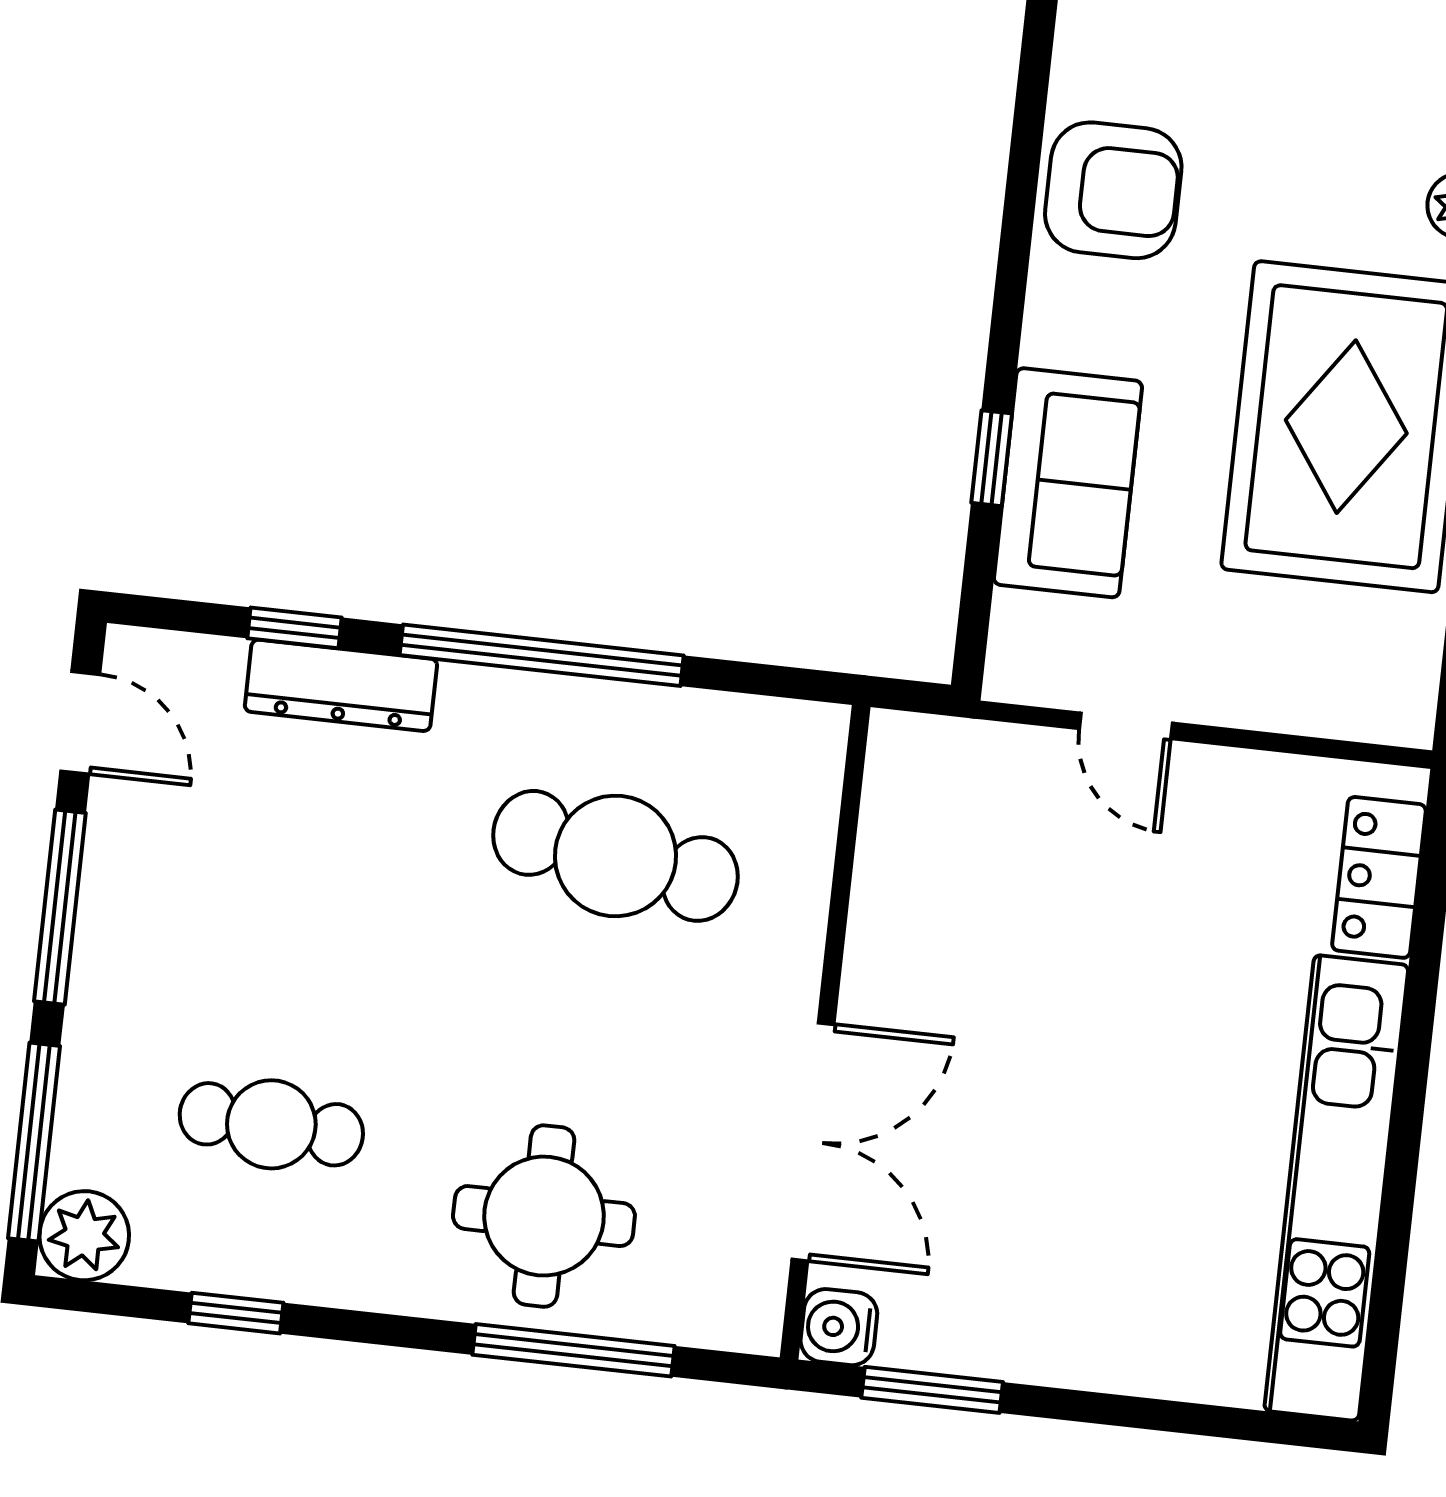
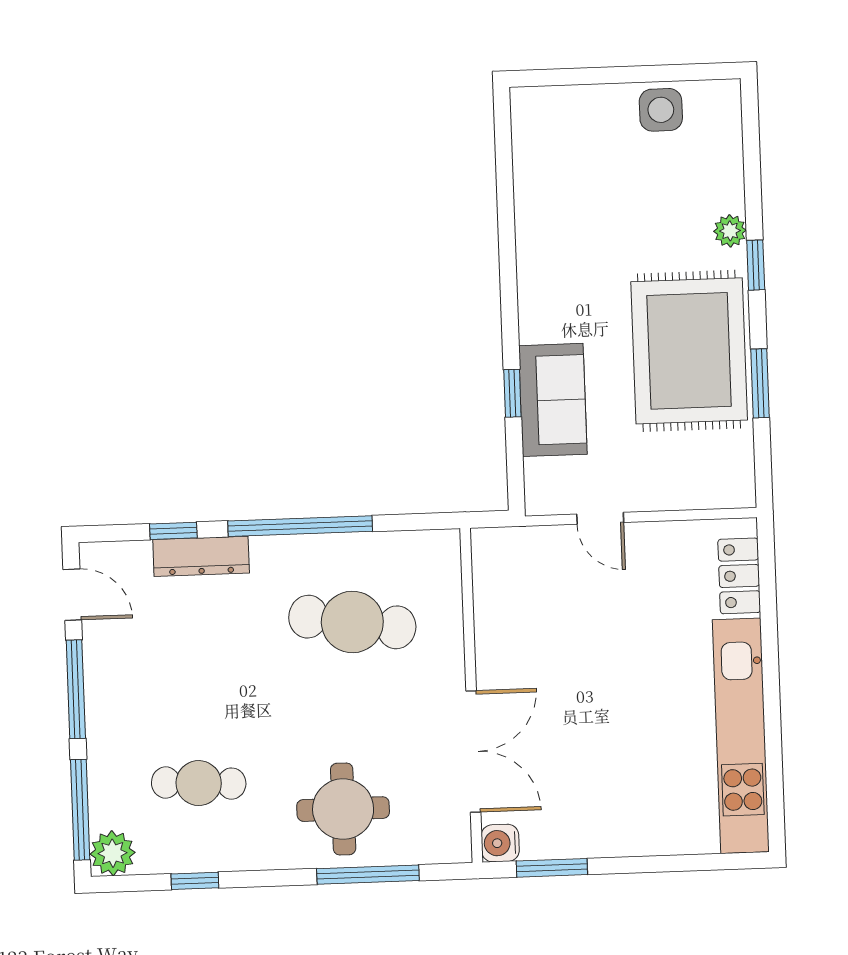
armchair: (1113, 190) -> (554, 249), removed

